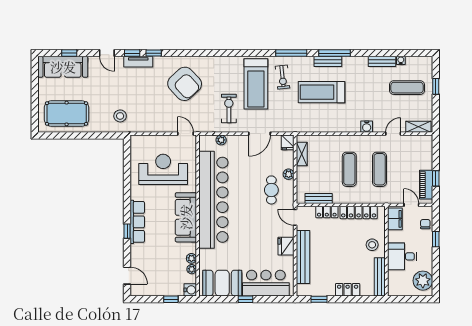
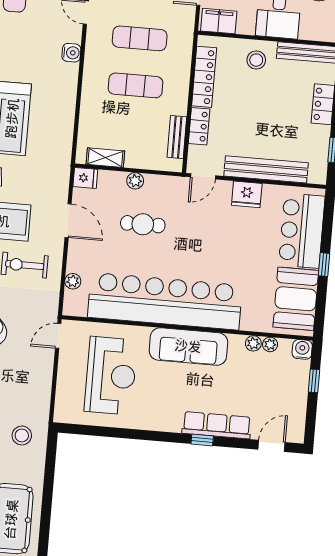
reception desk: (163, 169) -> (111, 376), turned 180
cafe table: (271, 190) -> (143, 224), moved
row of seats: (137, 222) -> (217, 425), moved

